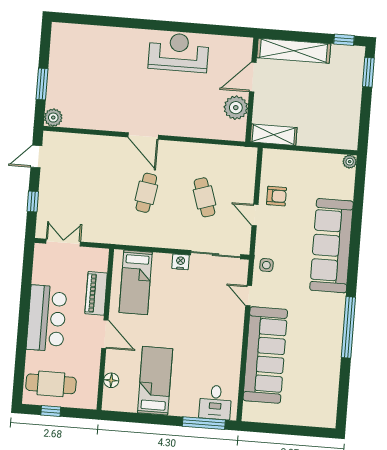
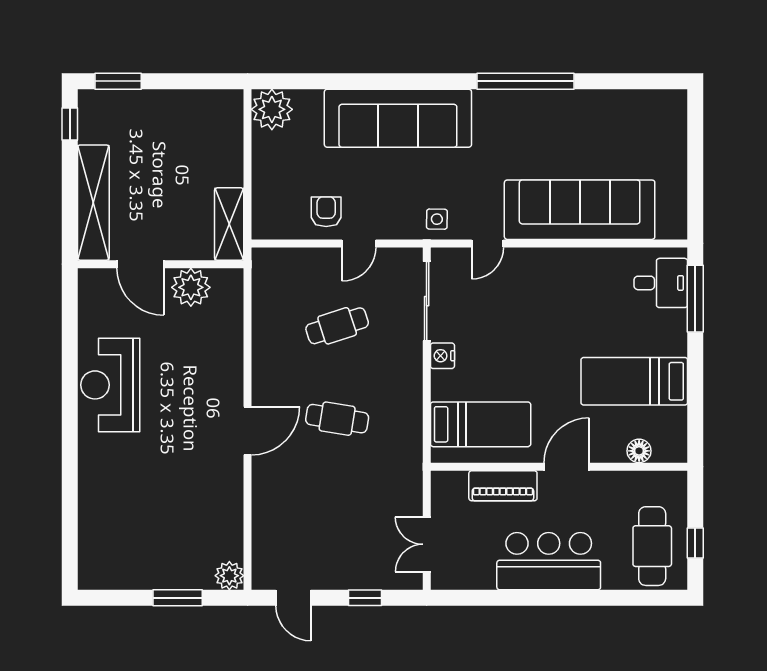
plant: (350, 162) -> (272, 109), width x1.88, depth x1.88

